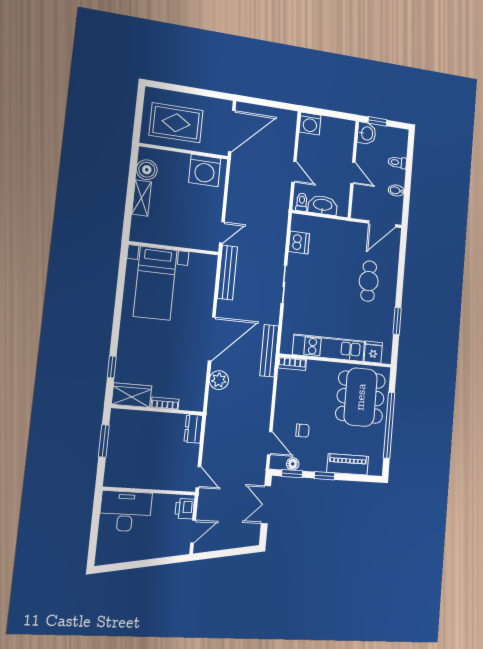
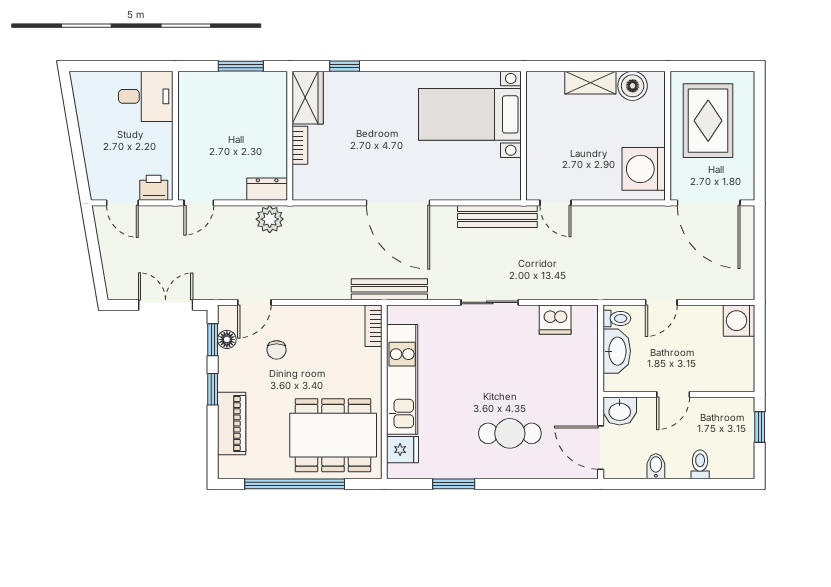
washbasin: (367, 133) -> (620, 411), moved
plant: (219, 380) -> (270, 219), moved
desk: (125, 511) -> (146, 96), width x0.73

